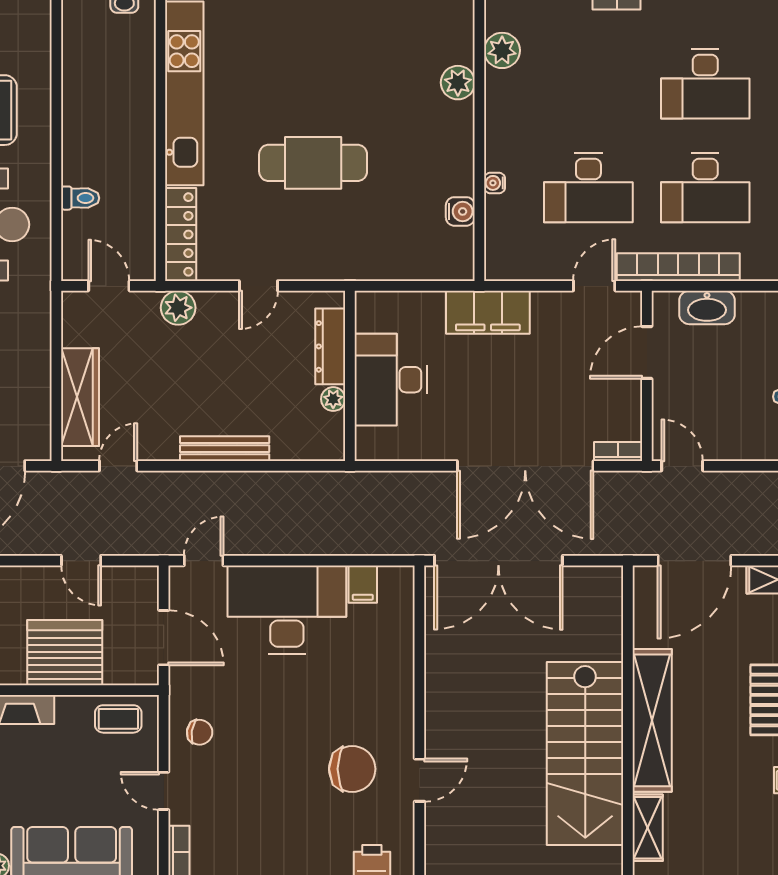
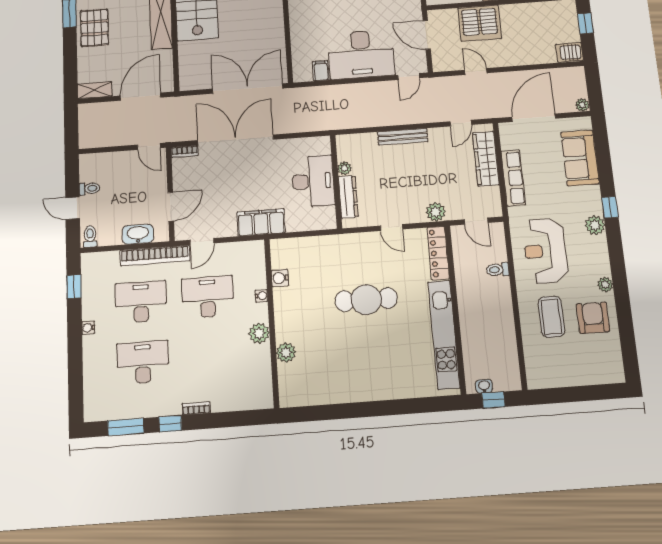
plant: (502, 50) -> (259, 333), moved
door: (258, 286) -> (391, 227), swing flipped
row of seats: (35, 359) -> (513, 178), added

